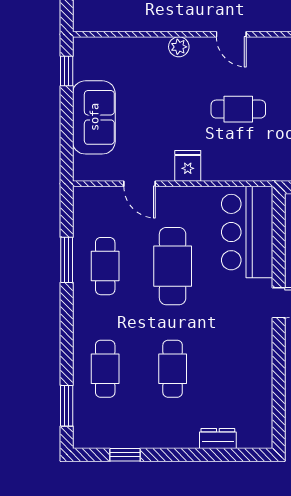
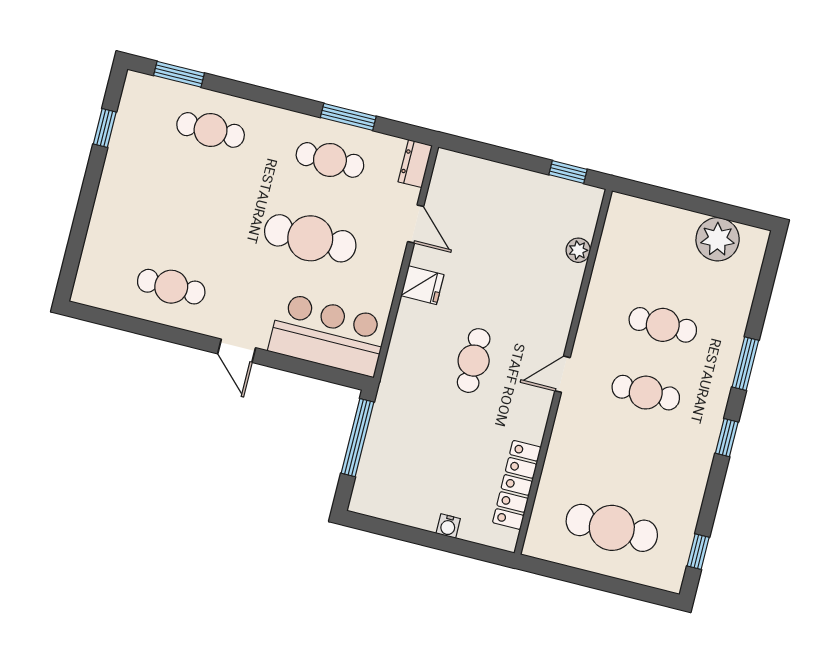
plant: (179, 47) -> (578, 250), moved
sofa: (94, 117) -> (506, 190), removed
door: (140, 184) -> (416, 224), swing flipped
cafe table: (173, 369) -> (171, 287), moved
dresser: (218, 439) -> (415, 164), moved, turned 180

